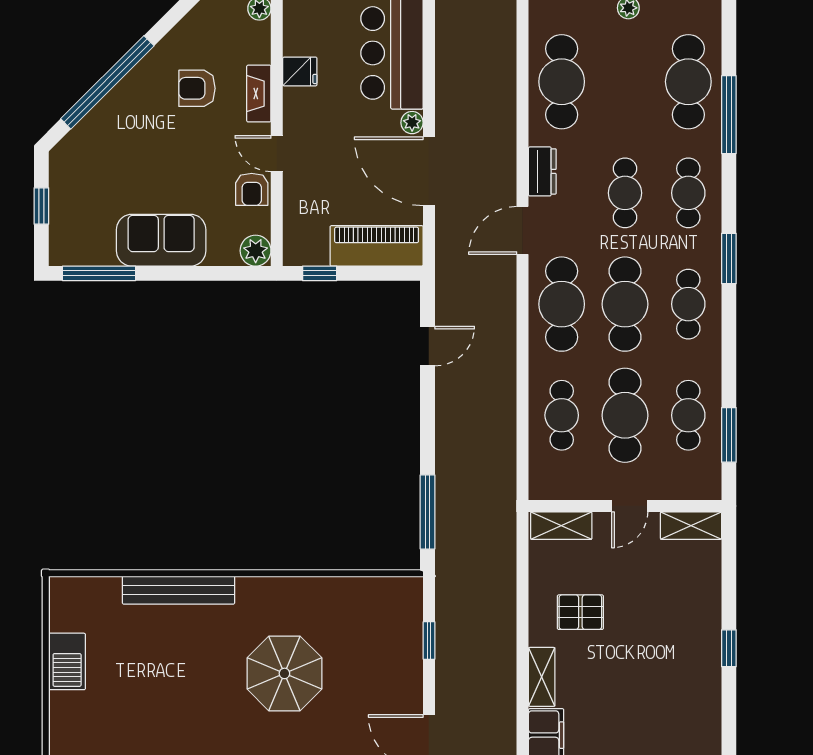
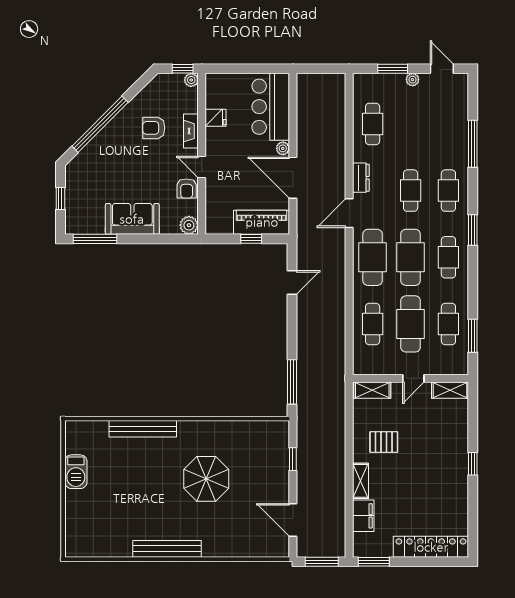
cafe table: (562, 82) -> (373, 124), width x0.73, depth x0.74
cafe table: (688, 82) -> (448, 124), removed
window: (320, 273) -> (251, 239), moved

